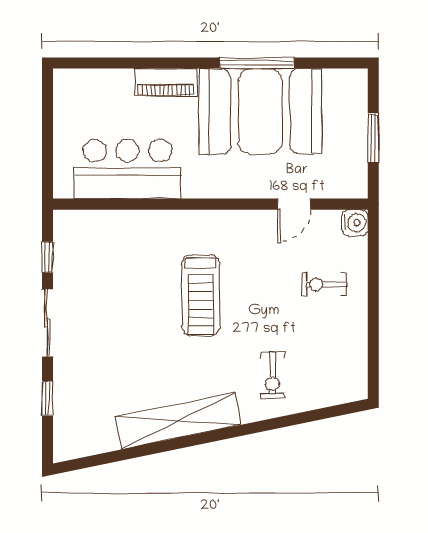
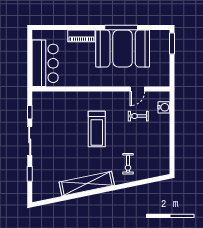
window: (373, 138) -> (172, 43), moved
bar counter: (128, 169) -> (45, 63), moved, turned 90
water cooler: (355, 223) -> (164, 107), moved
exercise bike: (324, 284) -> (138, 116), moved

